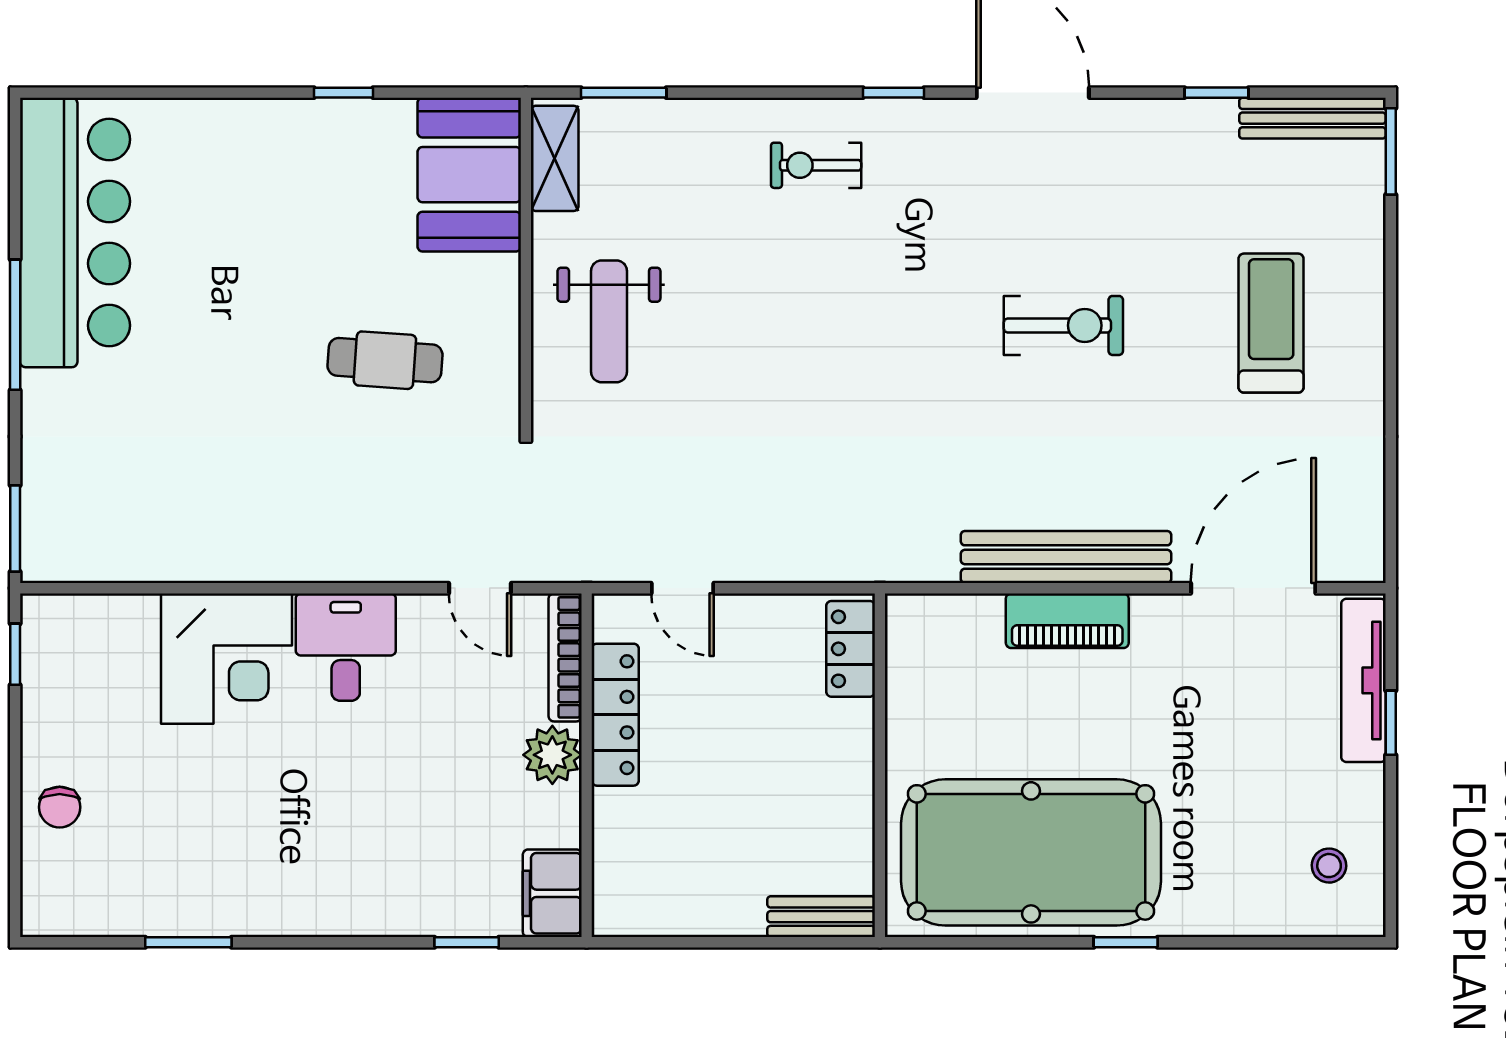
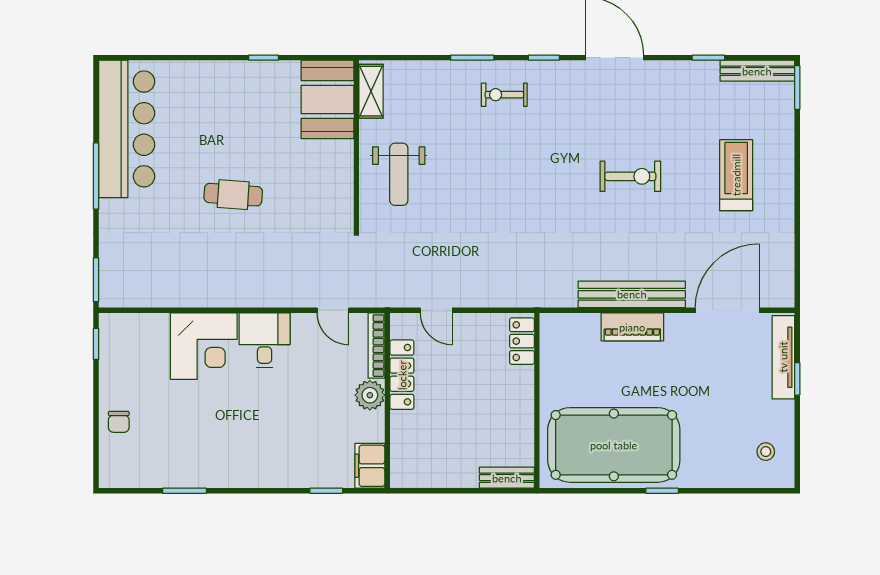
window: (624, 93) -> (472, 58), moved
cafe table: (385, 360) -> (233, 195), moved

